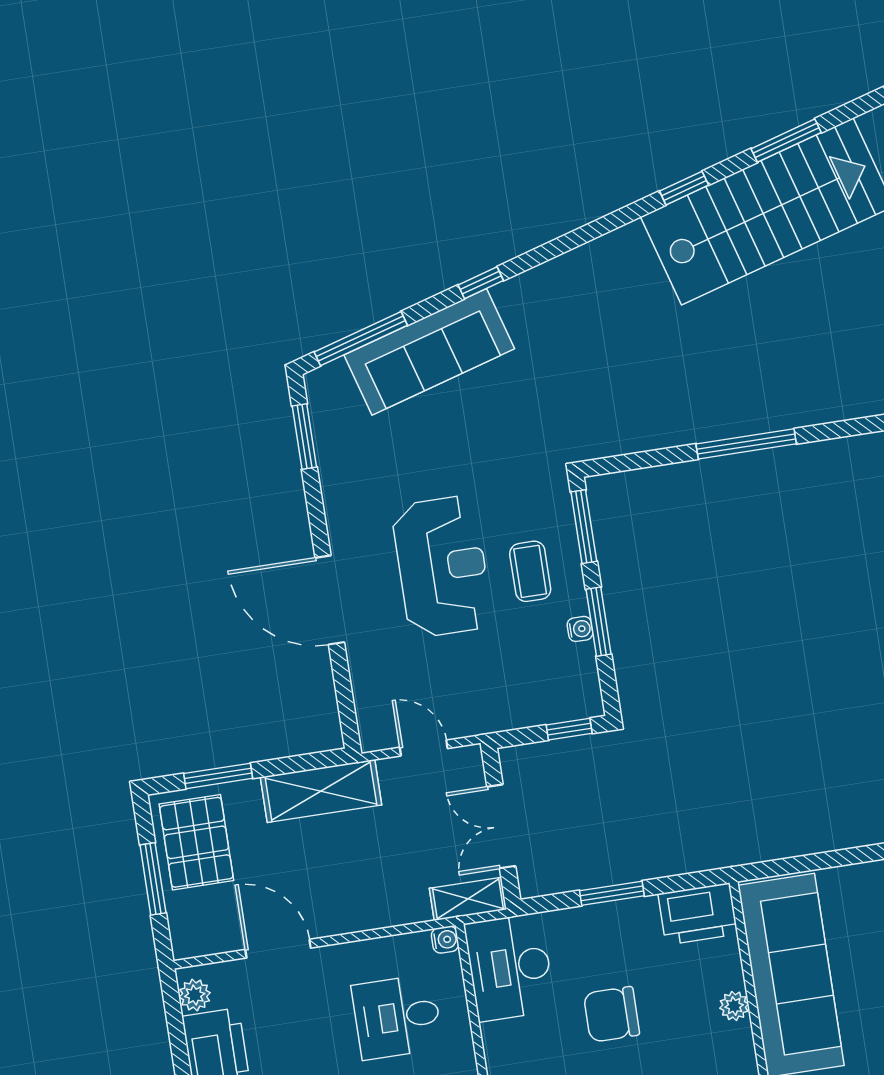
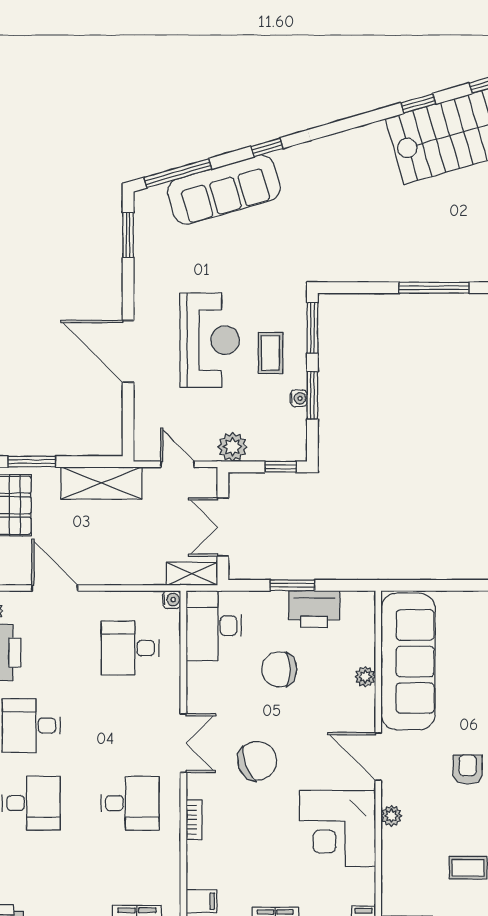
plant: (497, 711) -> (233, 447), added
printer: (698, 914) -> (314, 609), moved

